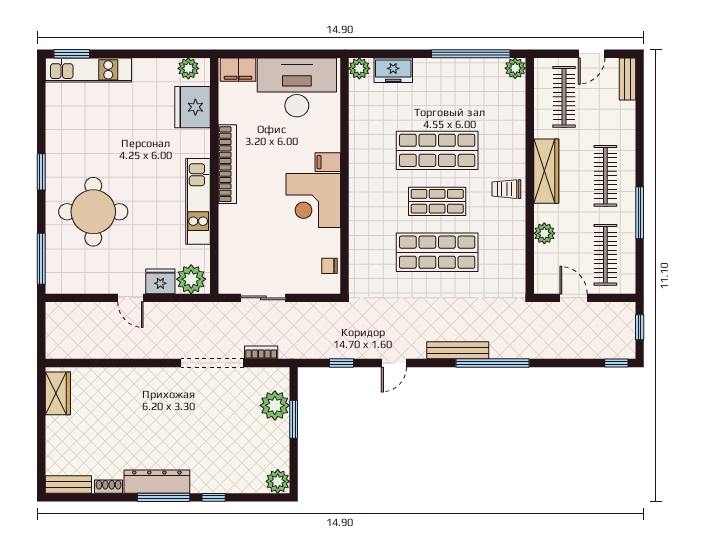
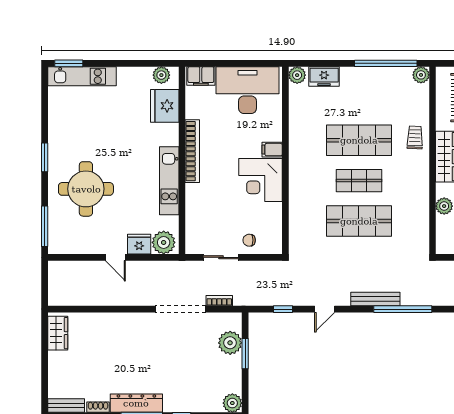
trolley: (506, 189) -> (415, 137), moved, turned 92
chair: (330, 266) -> (249, 240), moved

